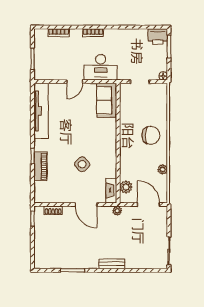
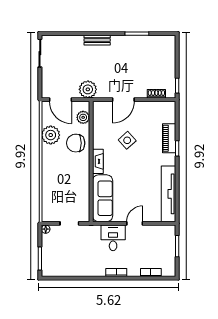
printer: (158, 37) -> (51, 269), removed
desk: (101, 67) -> (113, 238), width x0.73
sofa: (107, 100) -> (103, 198), width x1.36
chair: (151, 135) -> (76, 143), moved
plant: (163, 169) -> (51, 135), width x1.87, depth x1.87
fireplace: (111, 190) -> (98, 161), moved
door: (86, 205) -> (123, 100), swing flipped
plant: (117, 211) -> (88, 89), width x1.88, depth x1.88

